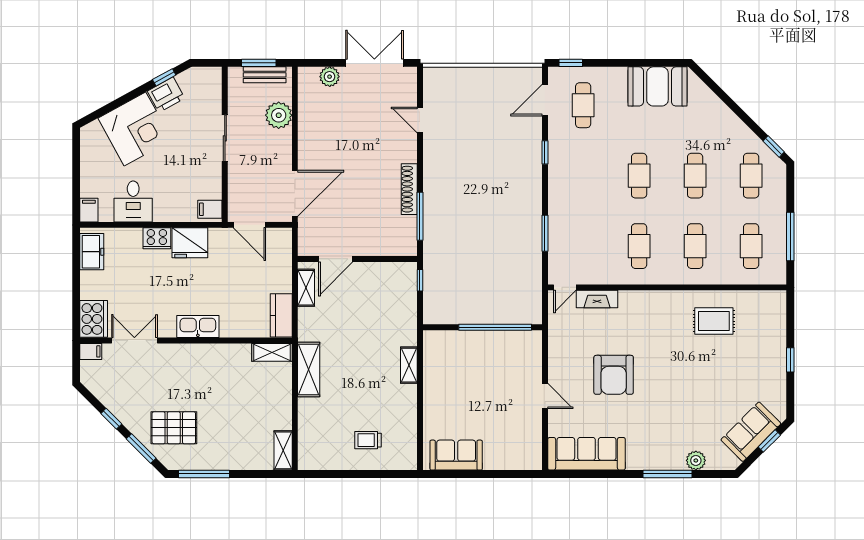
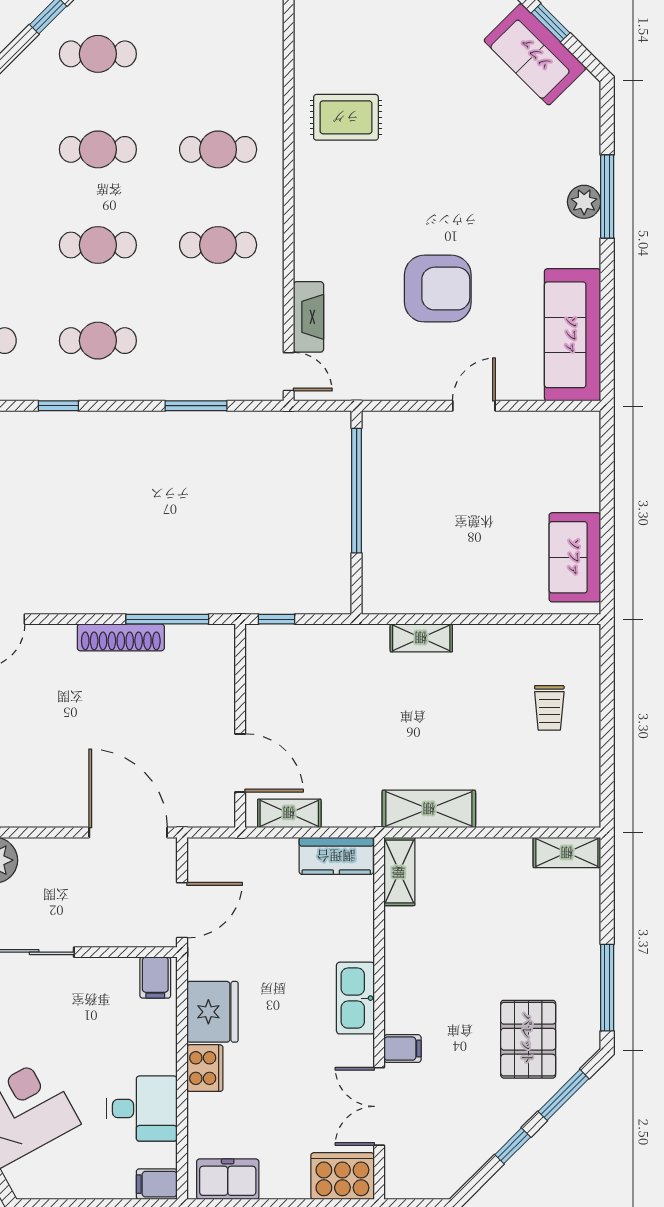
cafe table: (751, 246) -> (98, 341), moved
rug: (714, 321) -> (346, 117), turned 90
filing cabinet: (91, 351) -> (403, 1049), moved, turned 90
plant: (696, 460) -> (584, 202), moved

